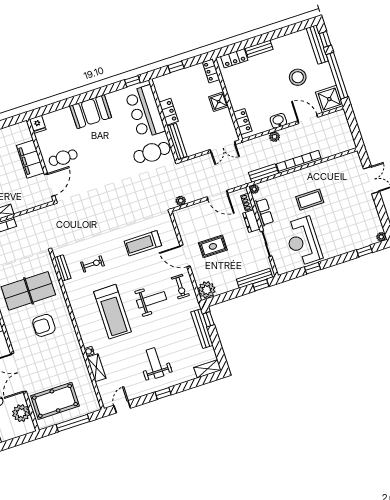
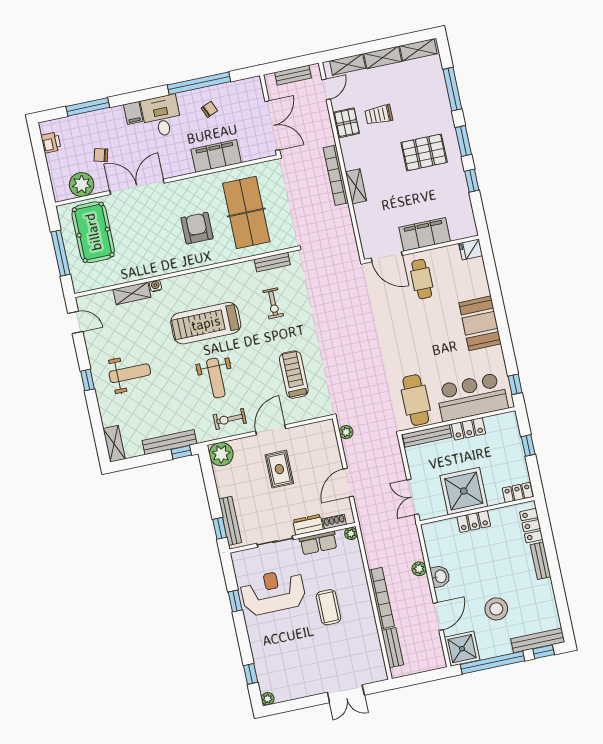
shower: (219, 102) -> (464, 491), width x1.86, depth x1.86
locker: (243, 122) -> (474, 521), moved
bench: (263, 173) -> (392, 648), moved

